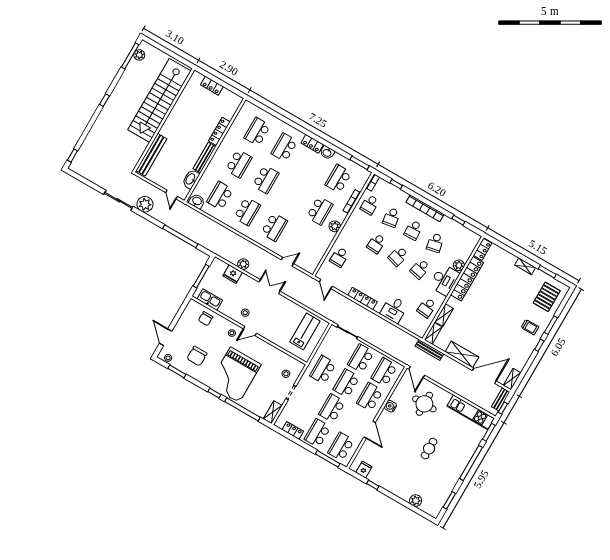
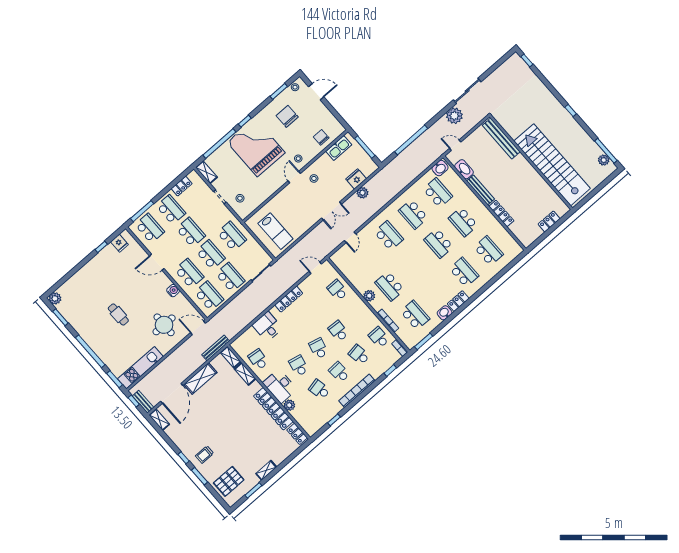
school desk: (274, 227) -> (389, 236), turned 180
pallet: (547, 297) -> (229, 481), turned 90
plant: (416, 501) -> (55, 298), moved

